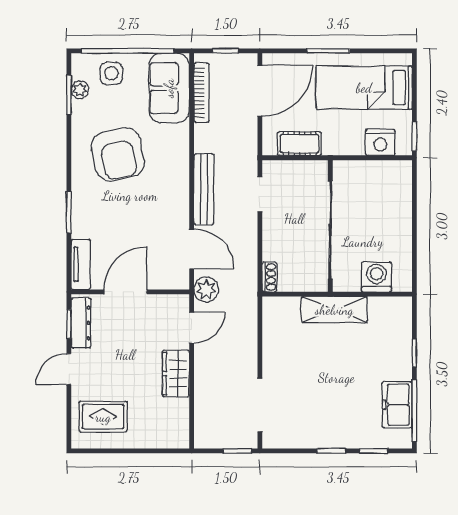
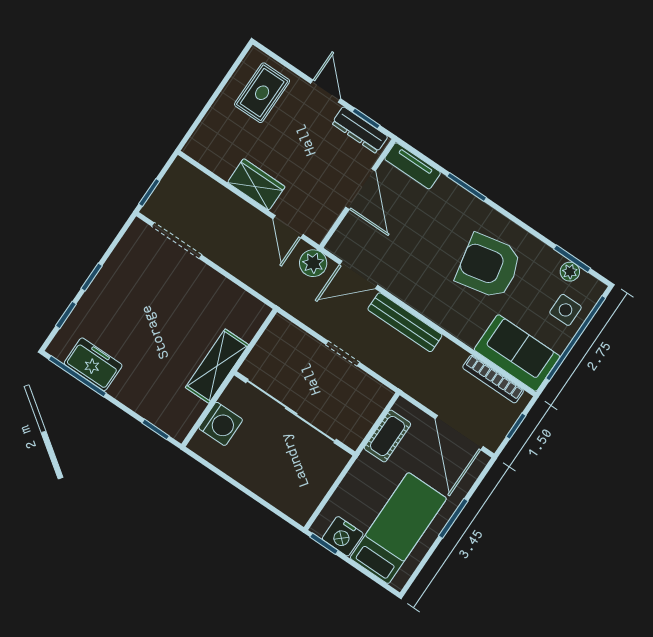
nightstand: (380, 142) -> (343, 536), moved, turned -90
doorway: (260, 194) -> (343, 353), moved
shoe rack: (269, 277) -> (286, 327), removed
window: (414, 353) -> (156, 429), moved

